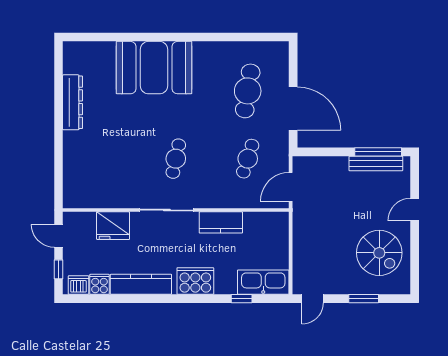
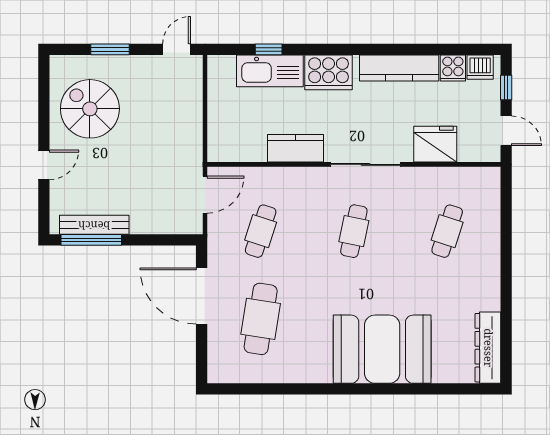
dresser: (73, 102) -> (488, 348), moved
cafe table: (104, 159) -> (447, 231), added
kitchen sink: (263, 282) -> (270, 71), moved

